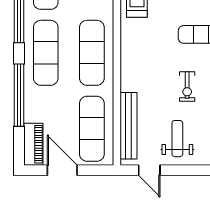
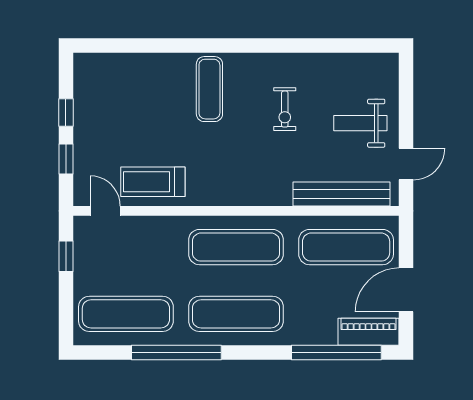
exercise bike: (187, 86) -> (285, 109), turned 90
window: (19, 95) -> (336, 353), moved

